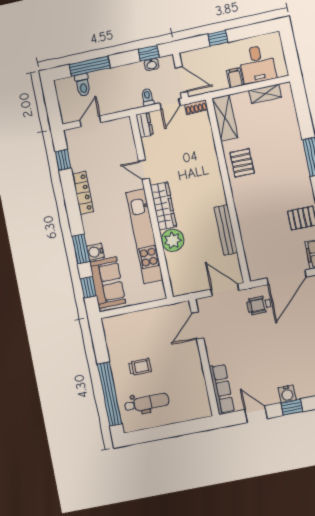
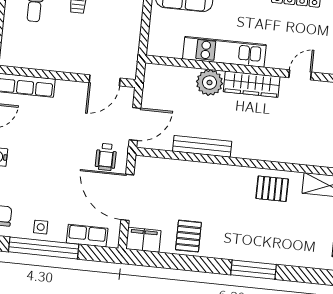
kitchen unit: (144, 236) -> (224, 52), width x0.73
wheelchair: (259, 305) -> (106, 157), turned 180
door: (197, 326) -> (105, 80), swing flipped

